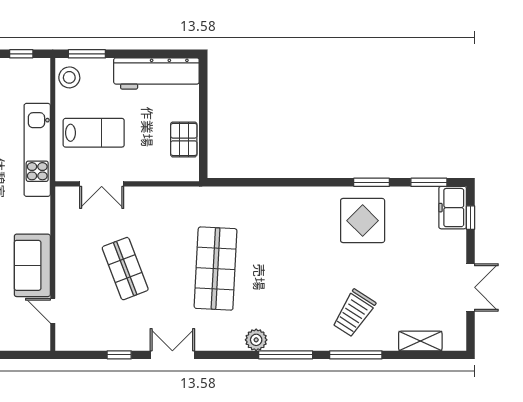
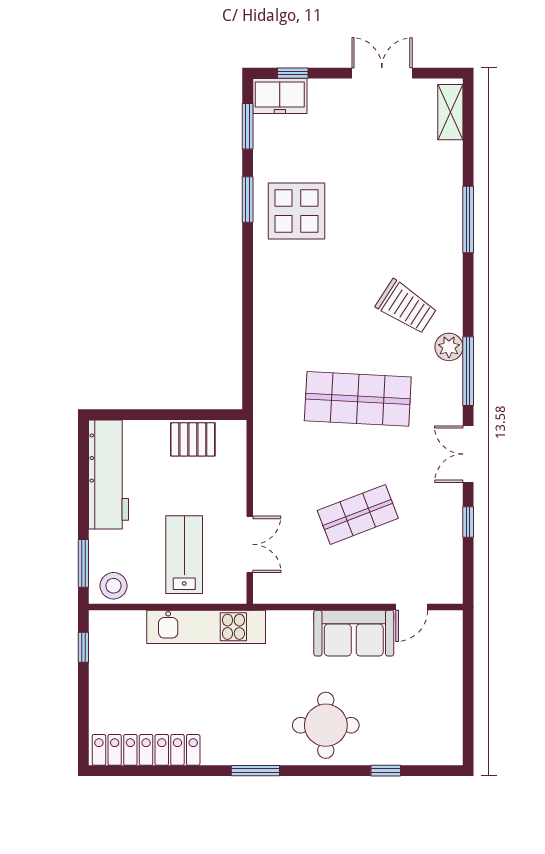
trolley: (354, 313) -> (406, 307), moved
shelving: (420, 341) -> (450, 112), moved
window: (286, 355) -> (468, 371), moved

